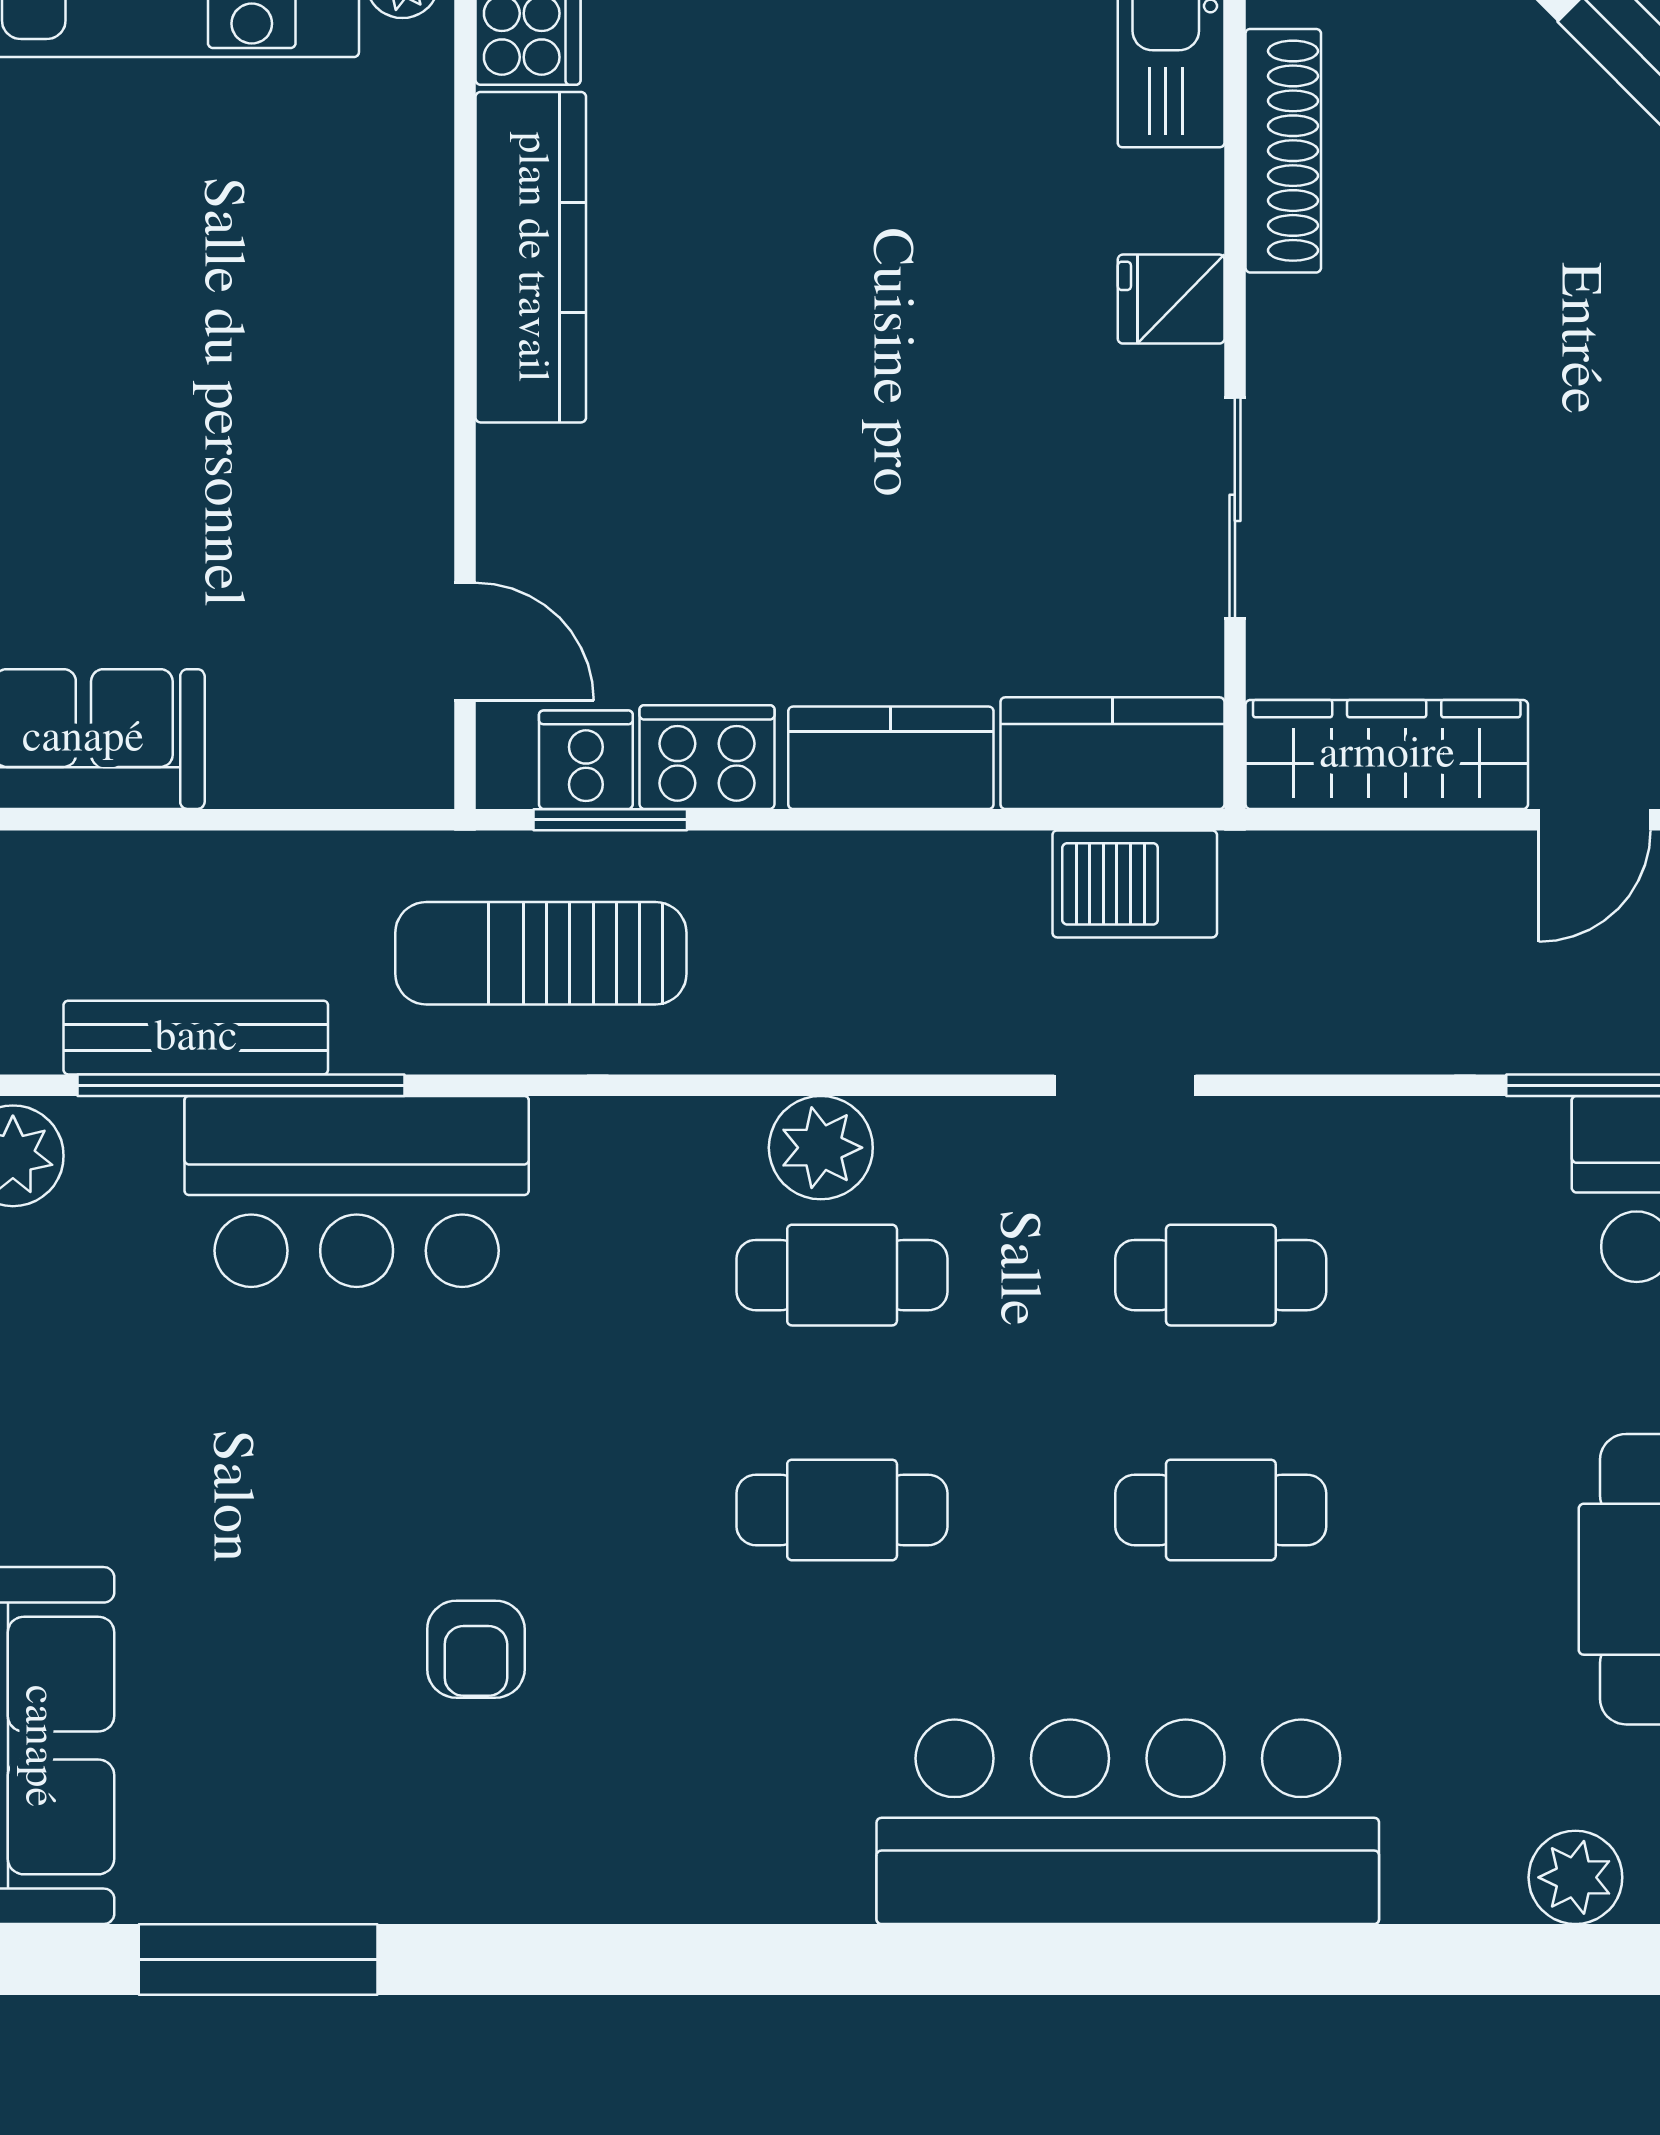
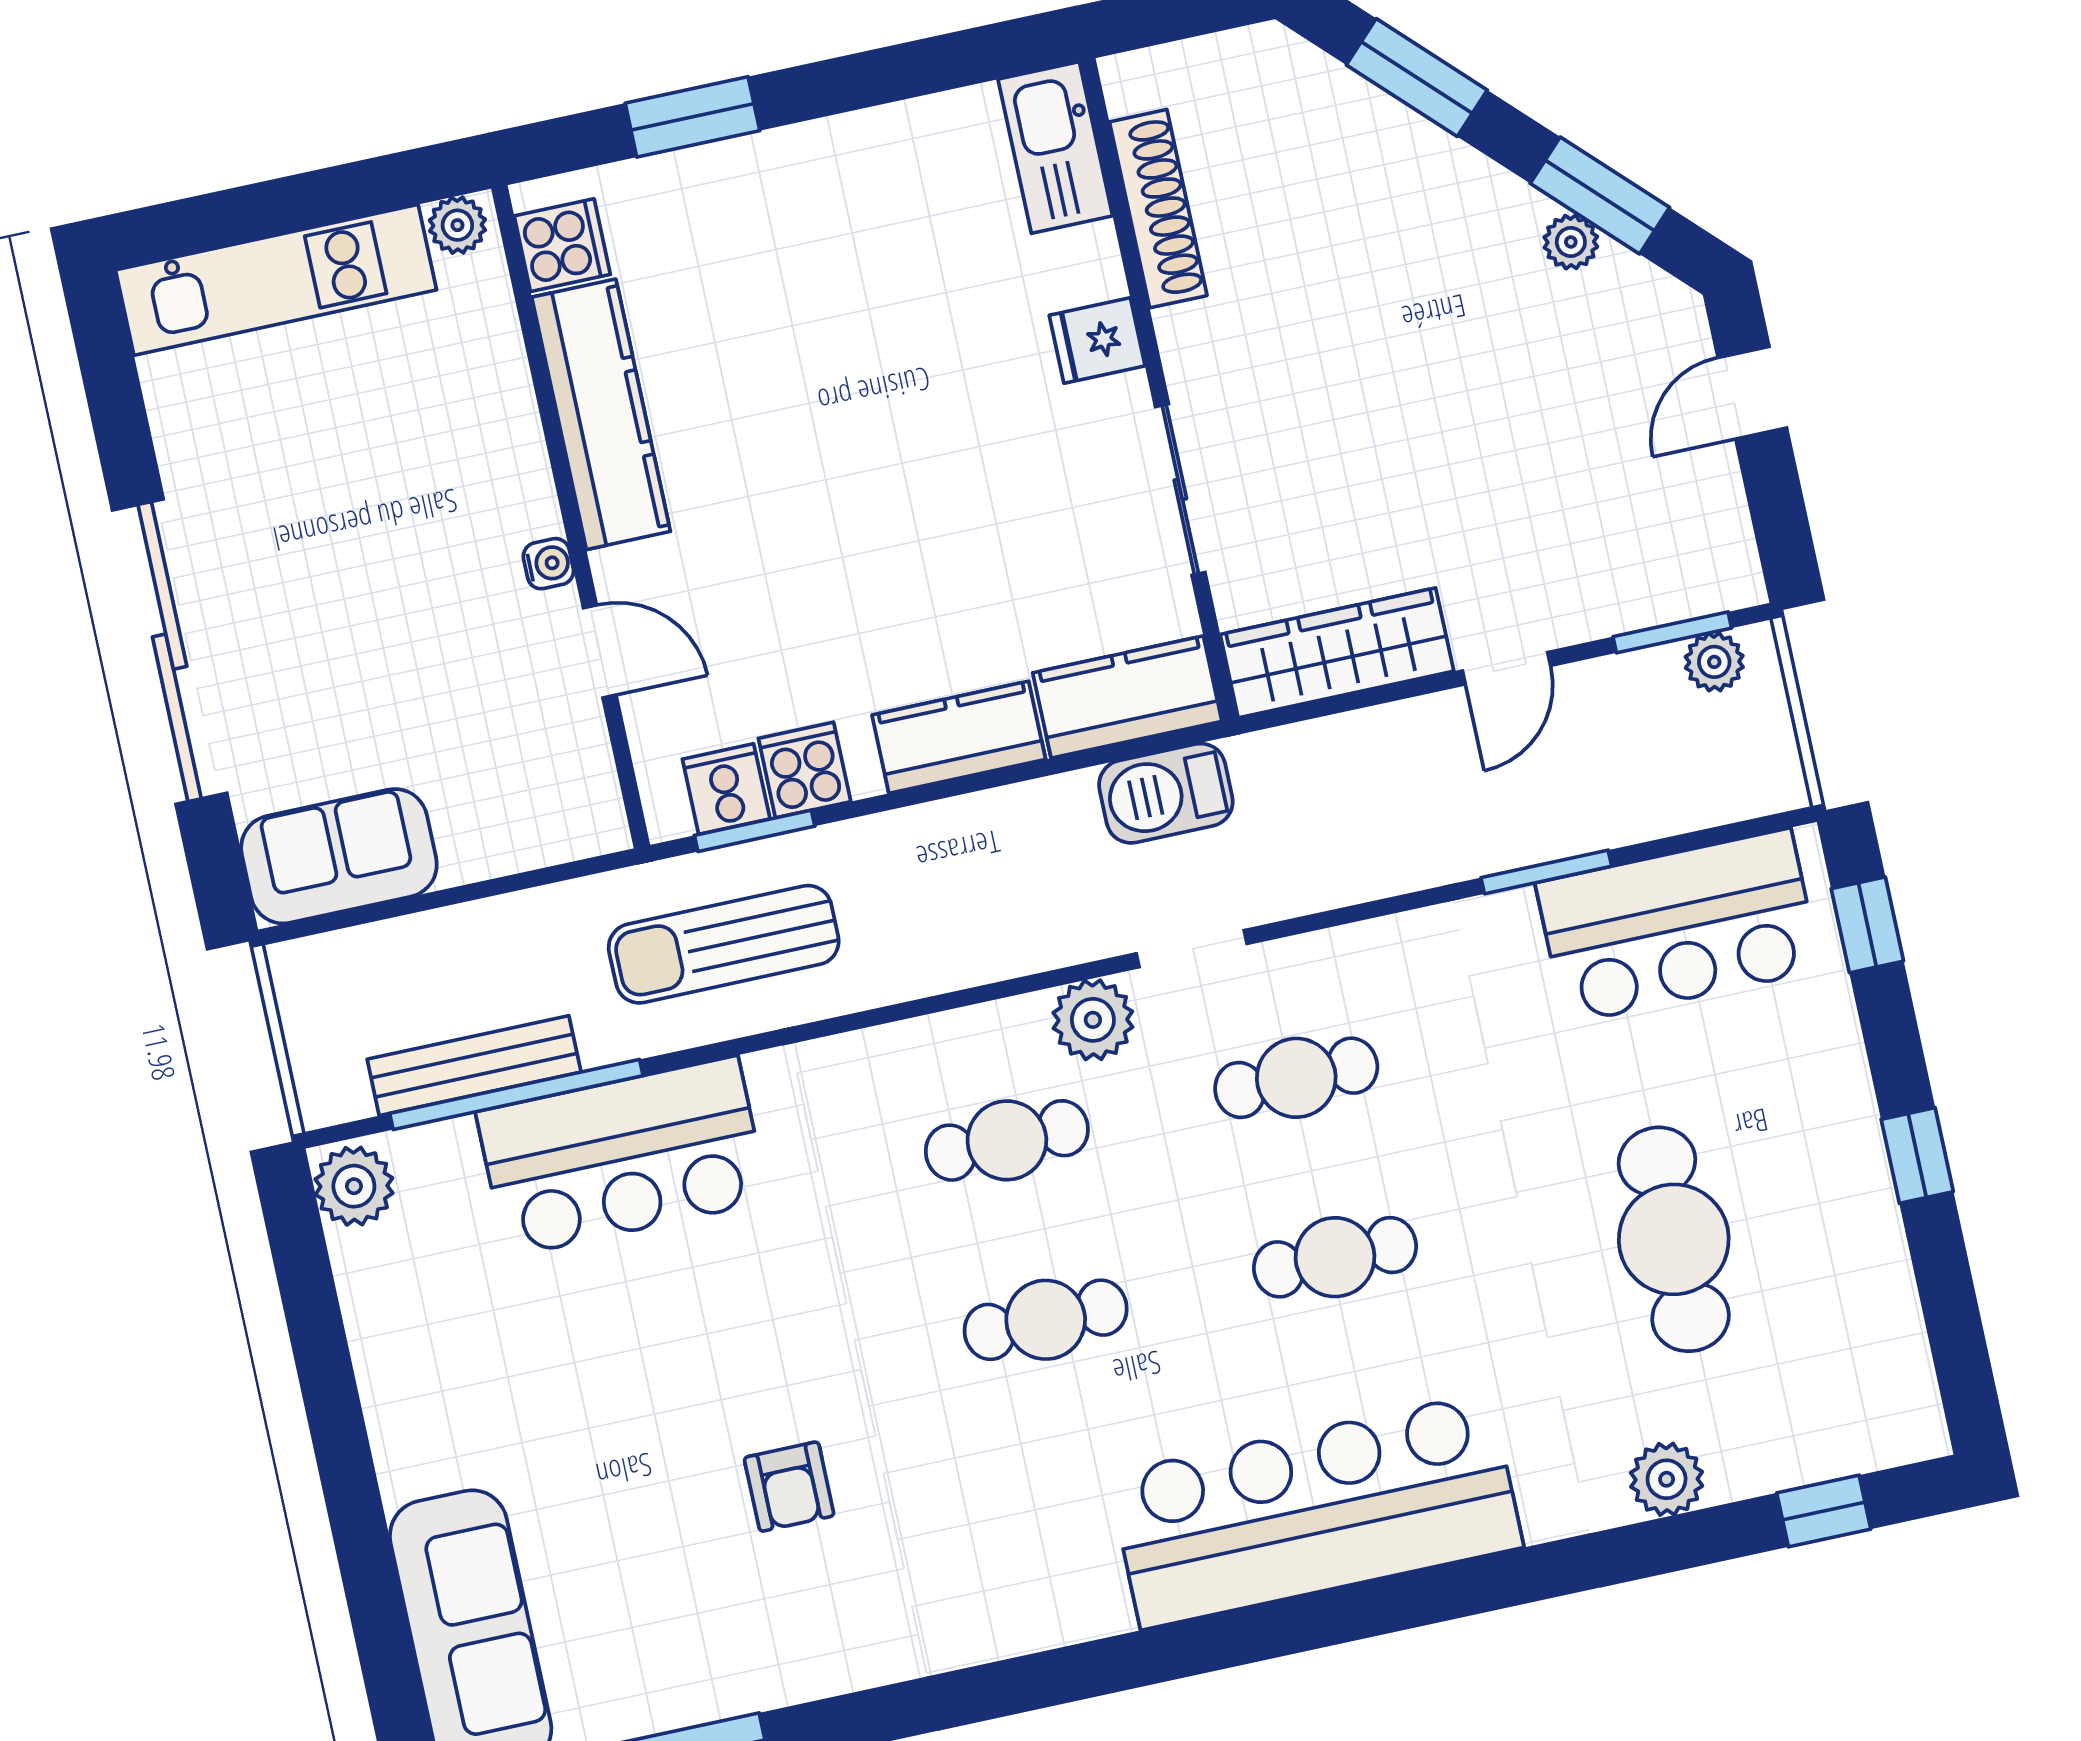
water cooler: (425, 430) -> (548, 564), added
door: (465, 642) -> (600, 651), moved
cooker: (707, 757) -> (805, 770), width x0.73
plant: (821, 1148) -> (1093, 1020), moved

